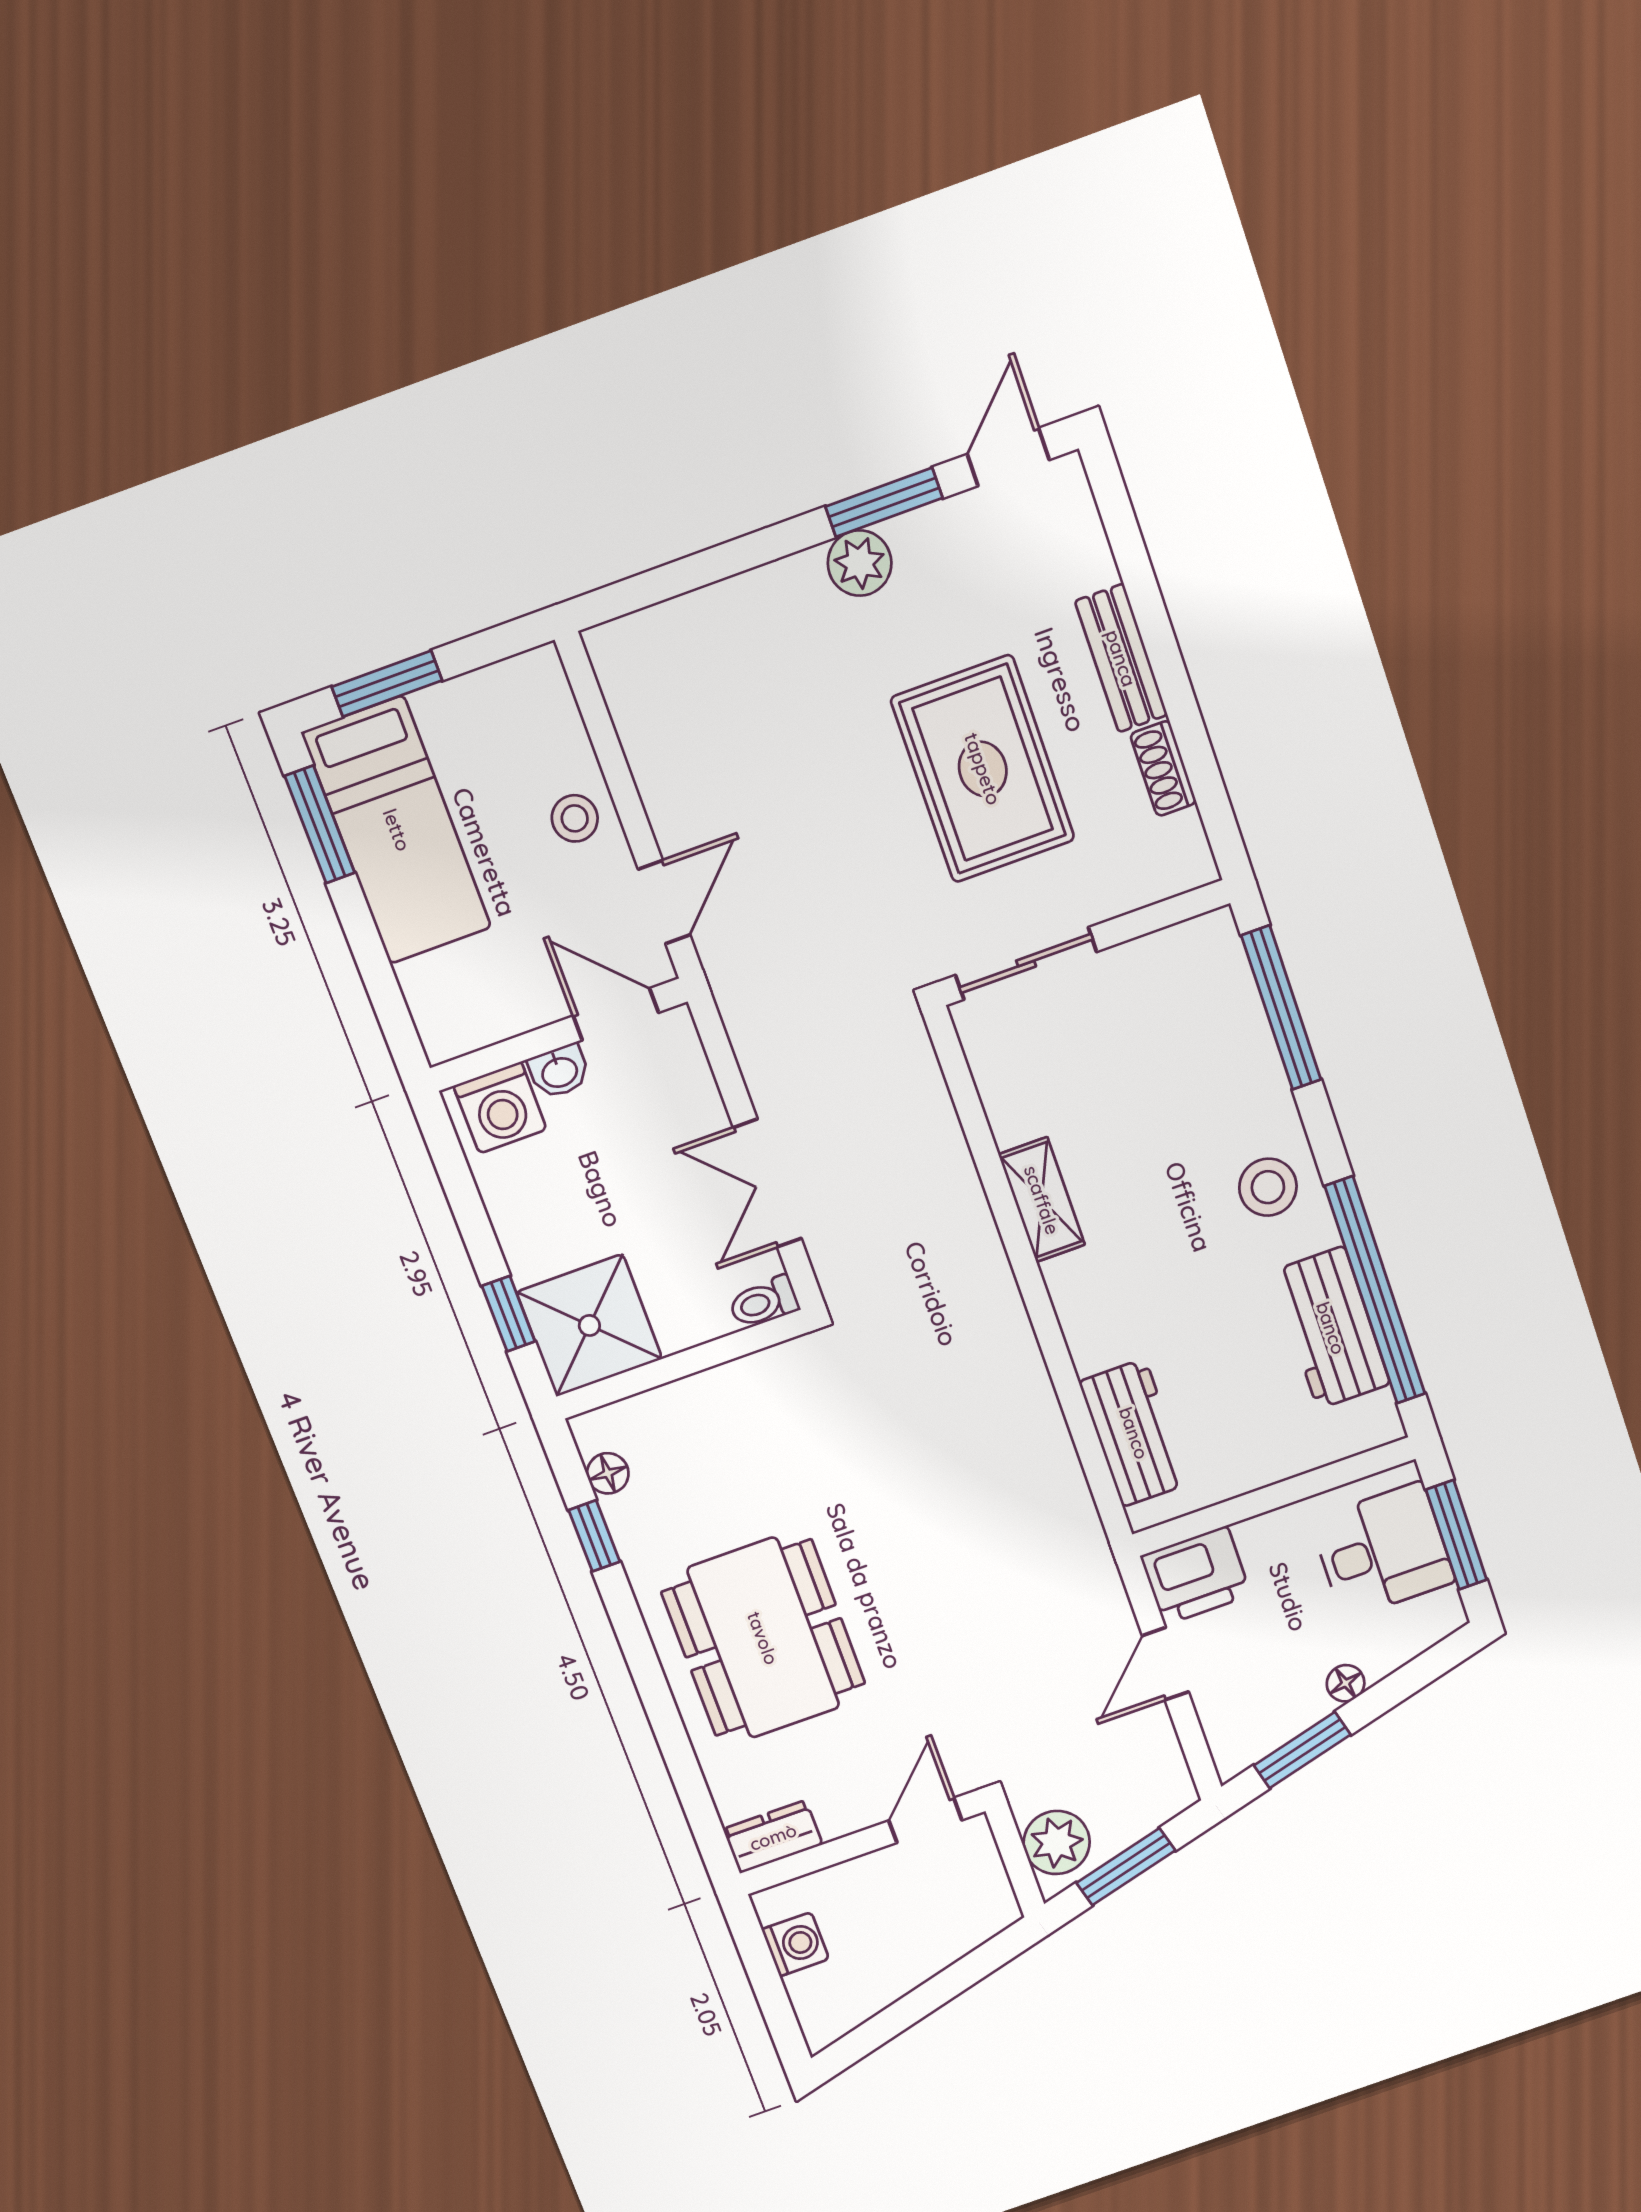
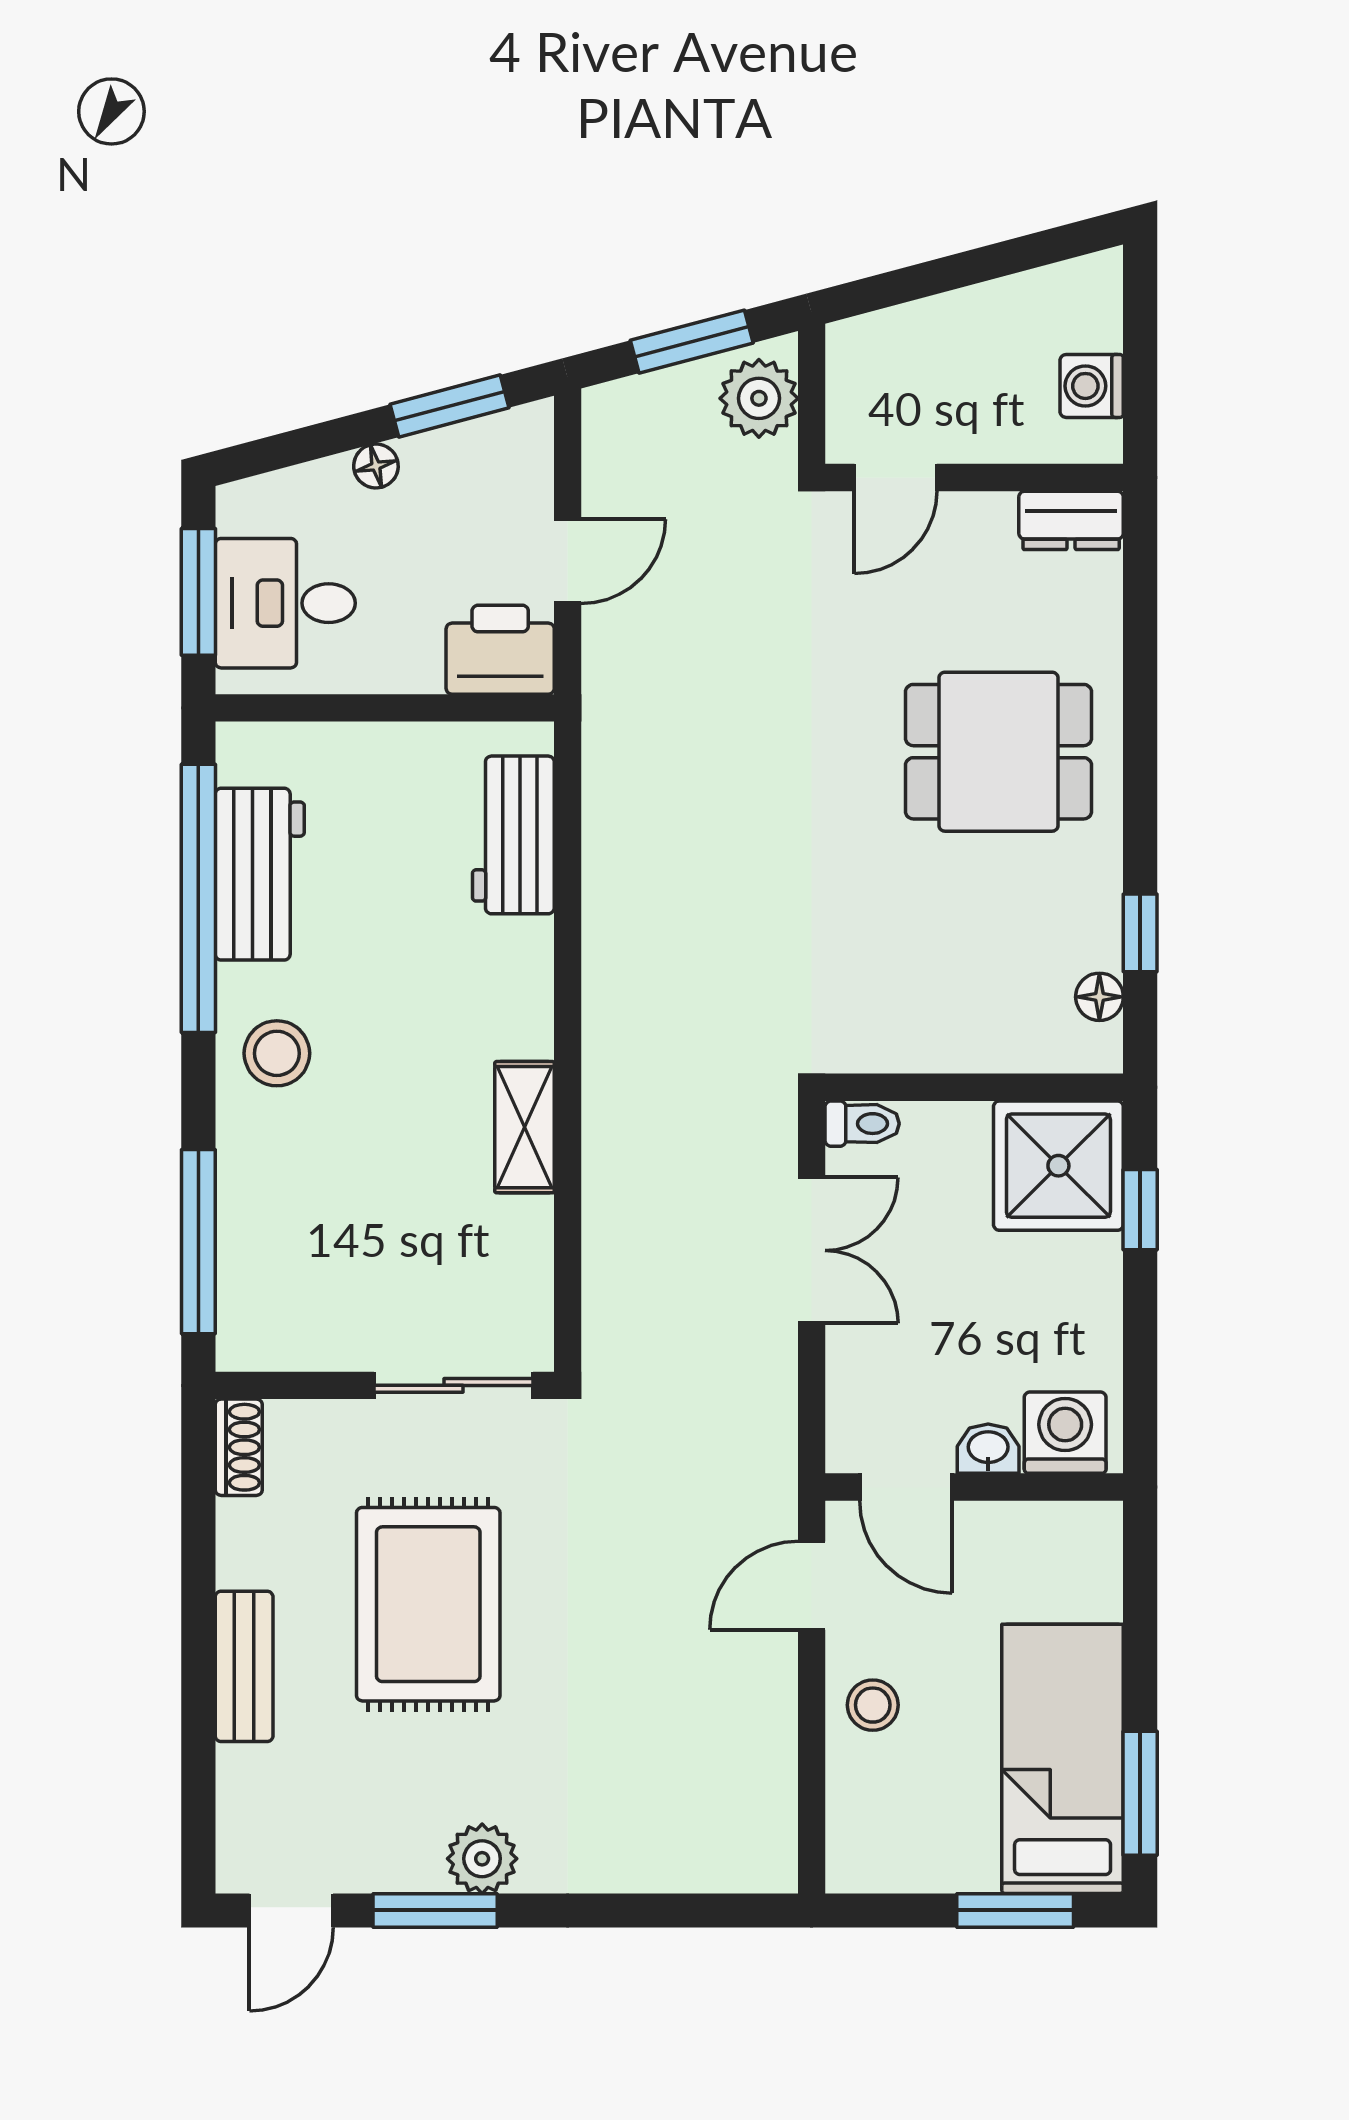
shoe rack: (1163, 768) -> (239, 1447), moved
dining table: (763, 1638) -> (998, 752), width x0.73

